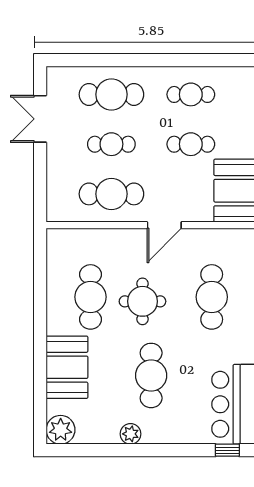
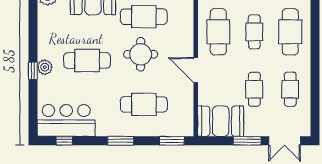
plant: (131, 434) -> (45, 67), moved
window: (227, 450) -> (33, 71), moved

